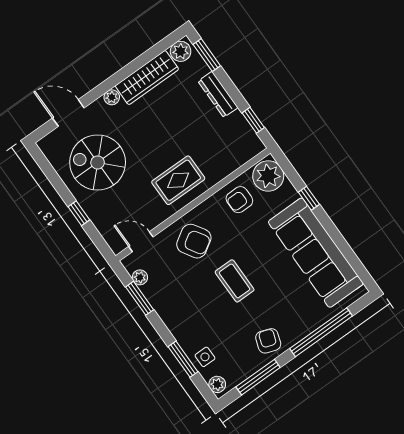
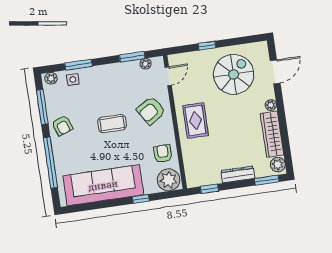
armchair: (268, 341) -> (62, 126), turned 51

